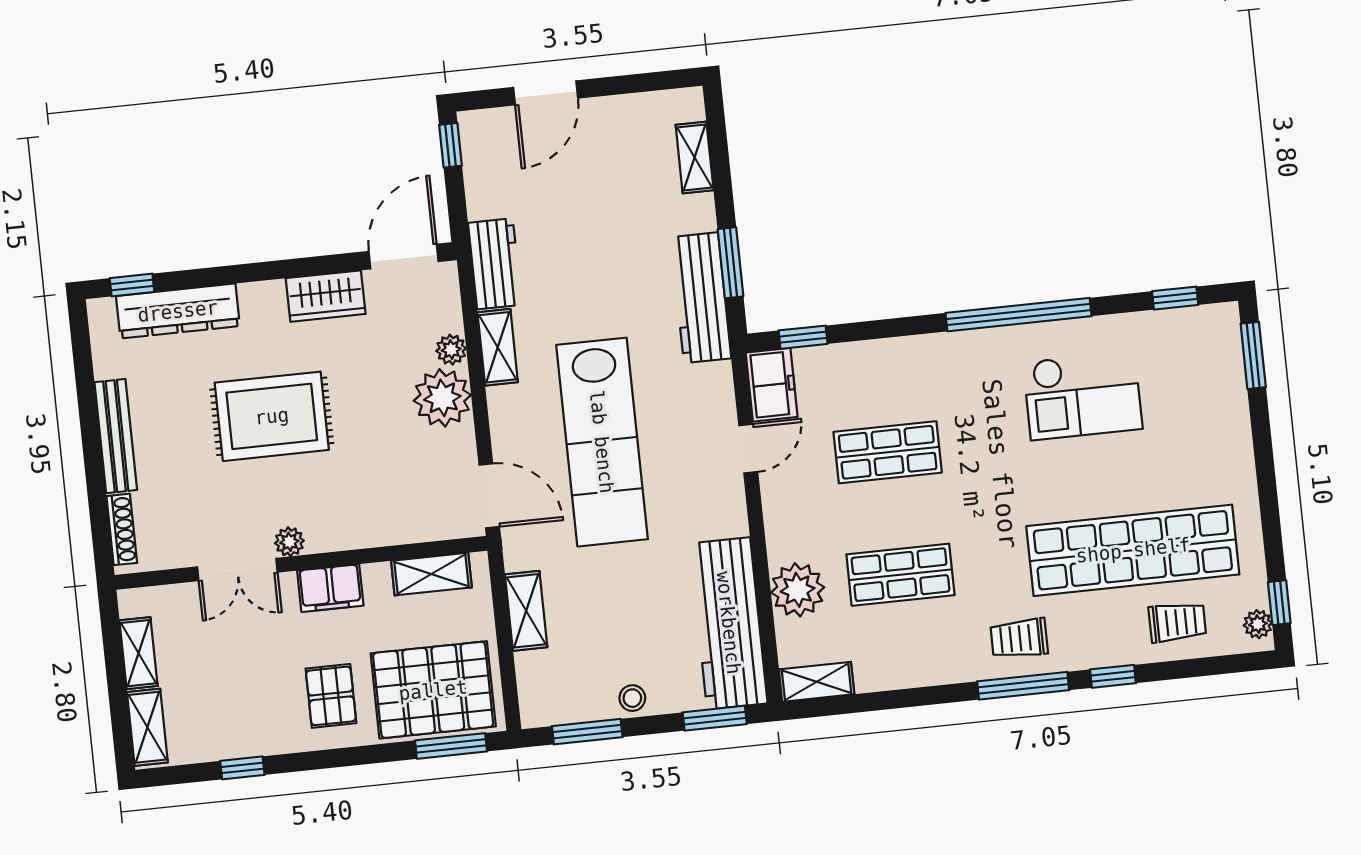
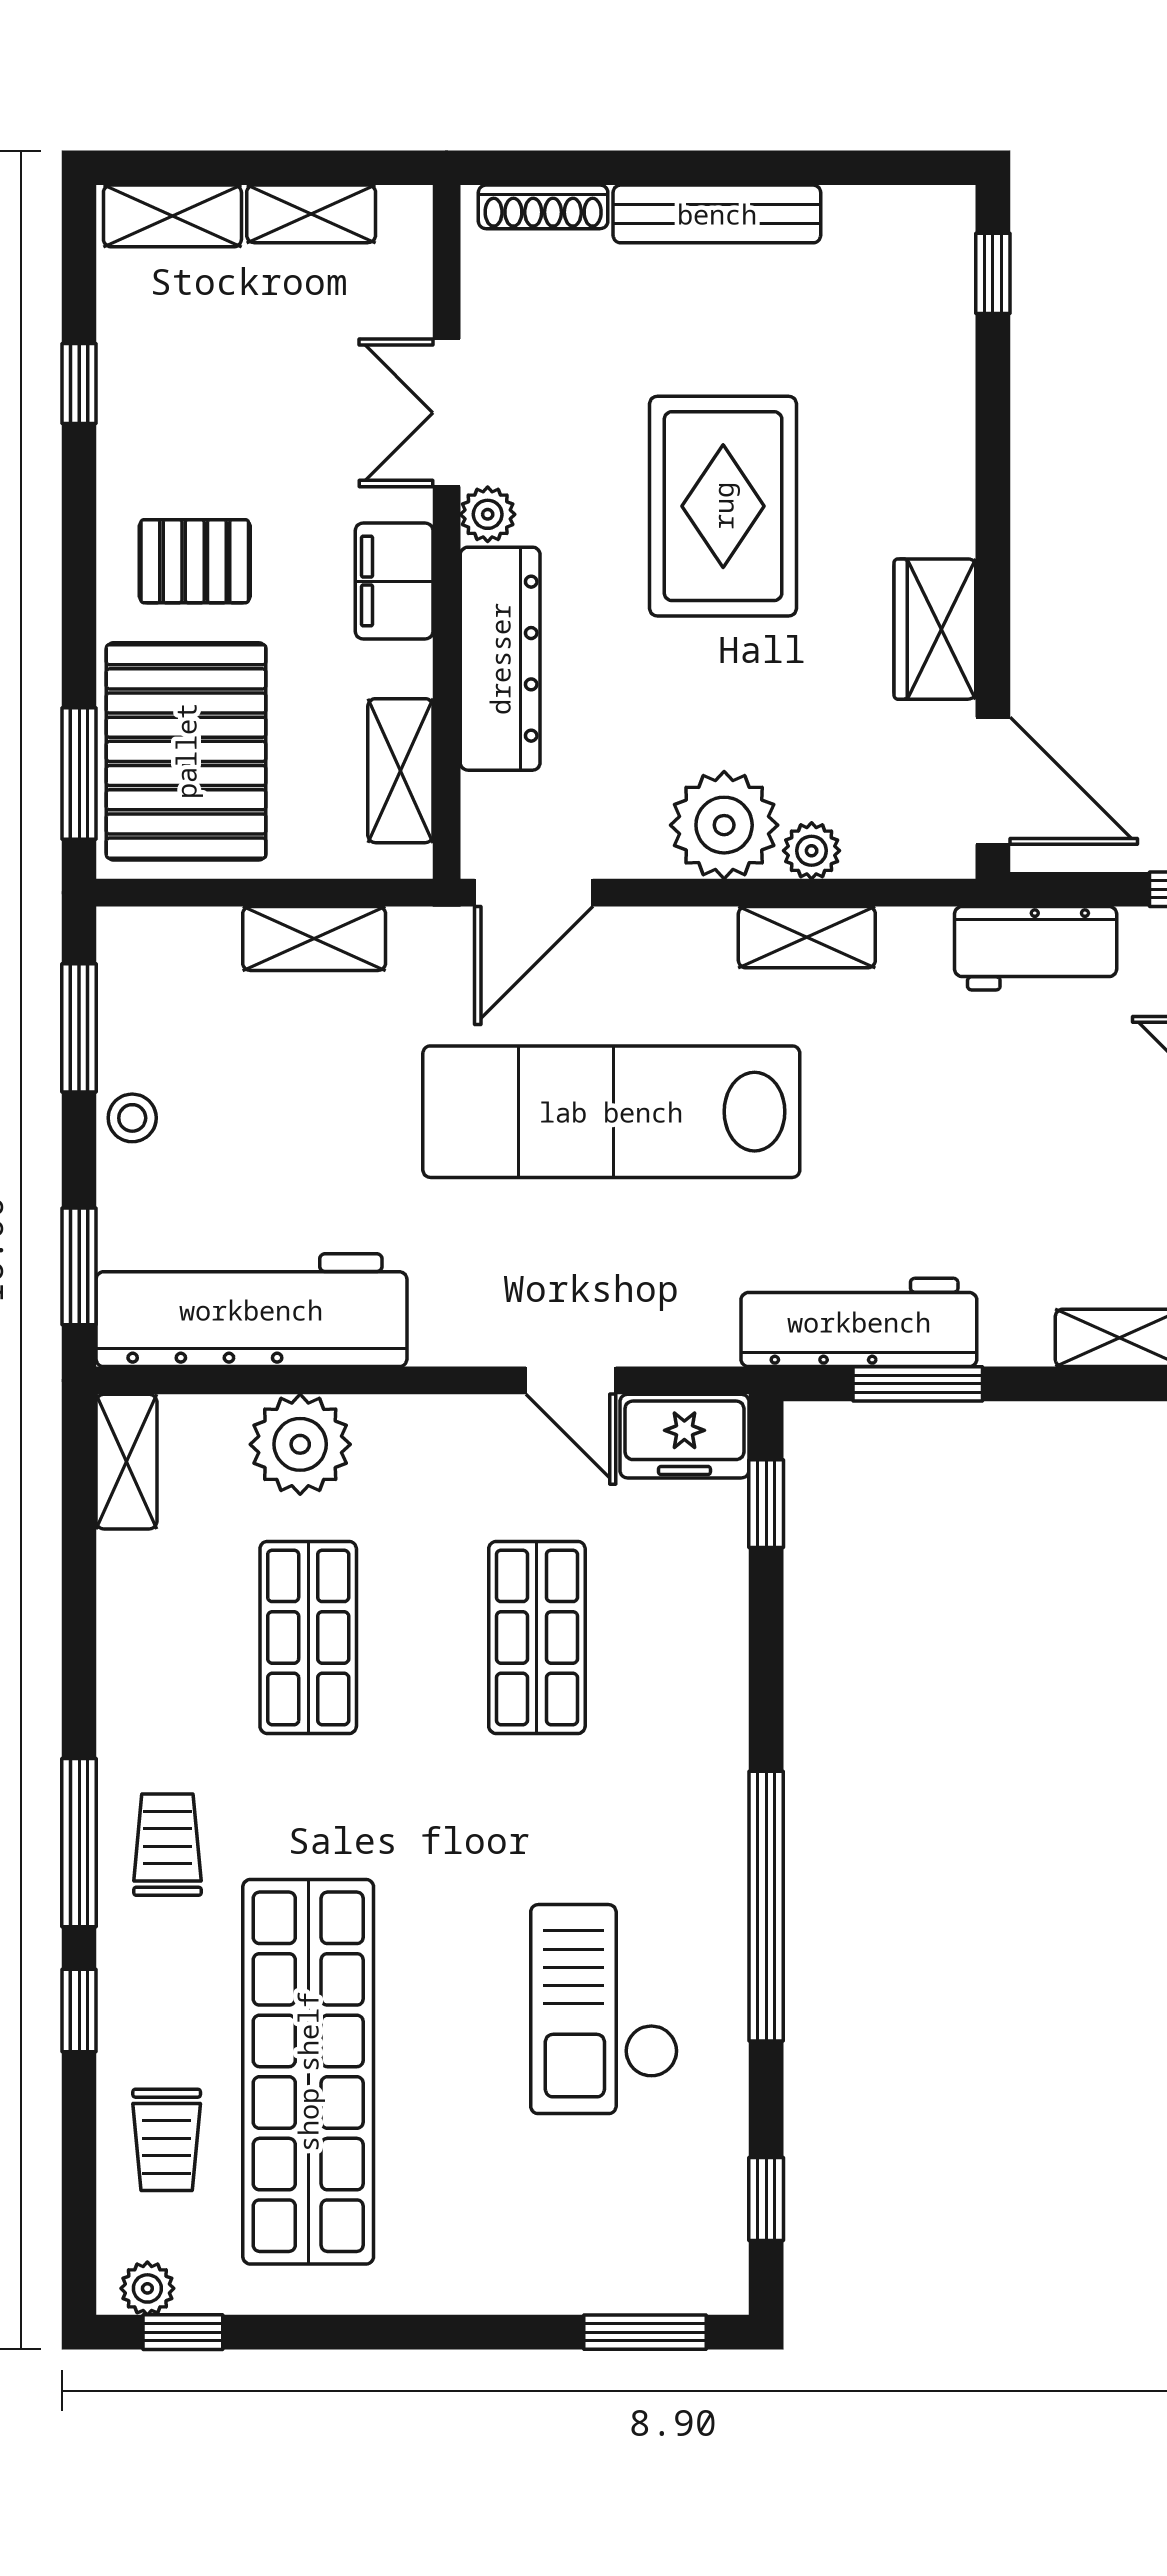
workbench: (495, 264) -> (1036, 948), moved
dresser: (178, 311) -> (500, 659), moved, turned 180

